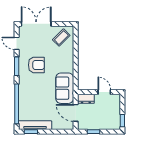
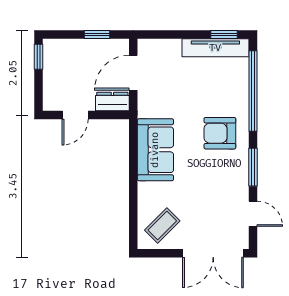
armchair: (36, 65) -> (220, 133), moved
sofa: (65, 88) -> (155, 150), moved
door: (104, 92) -> (75, 115), hinge flipped
door: (76, 113) -> (133, 73), swing flipped

